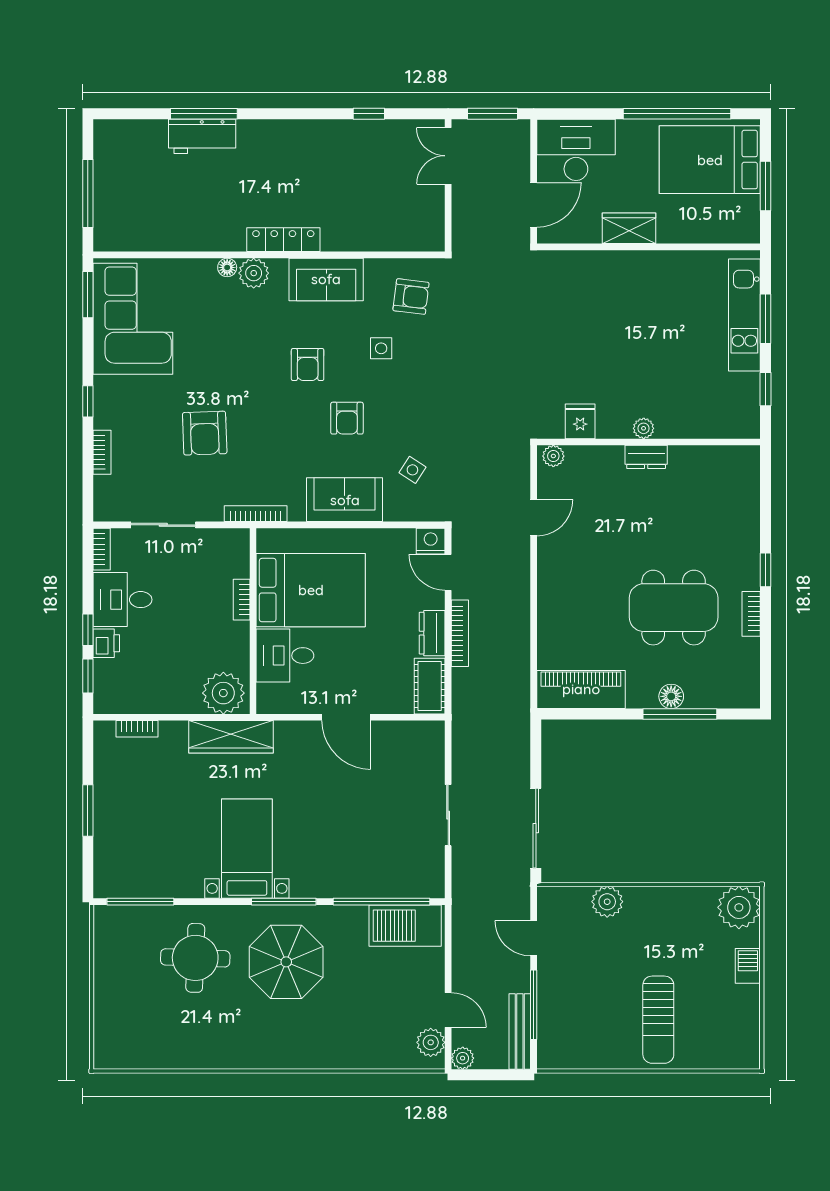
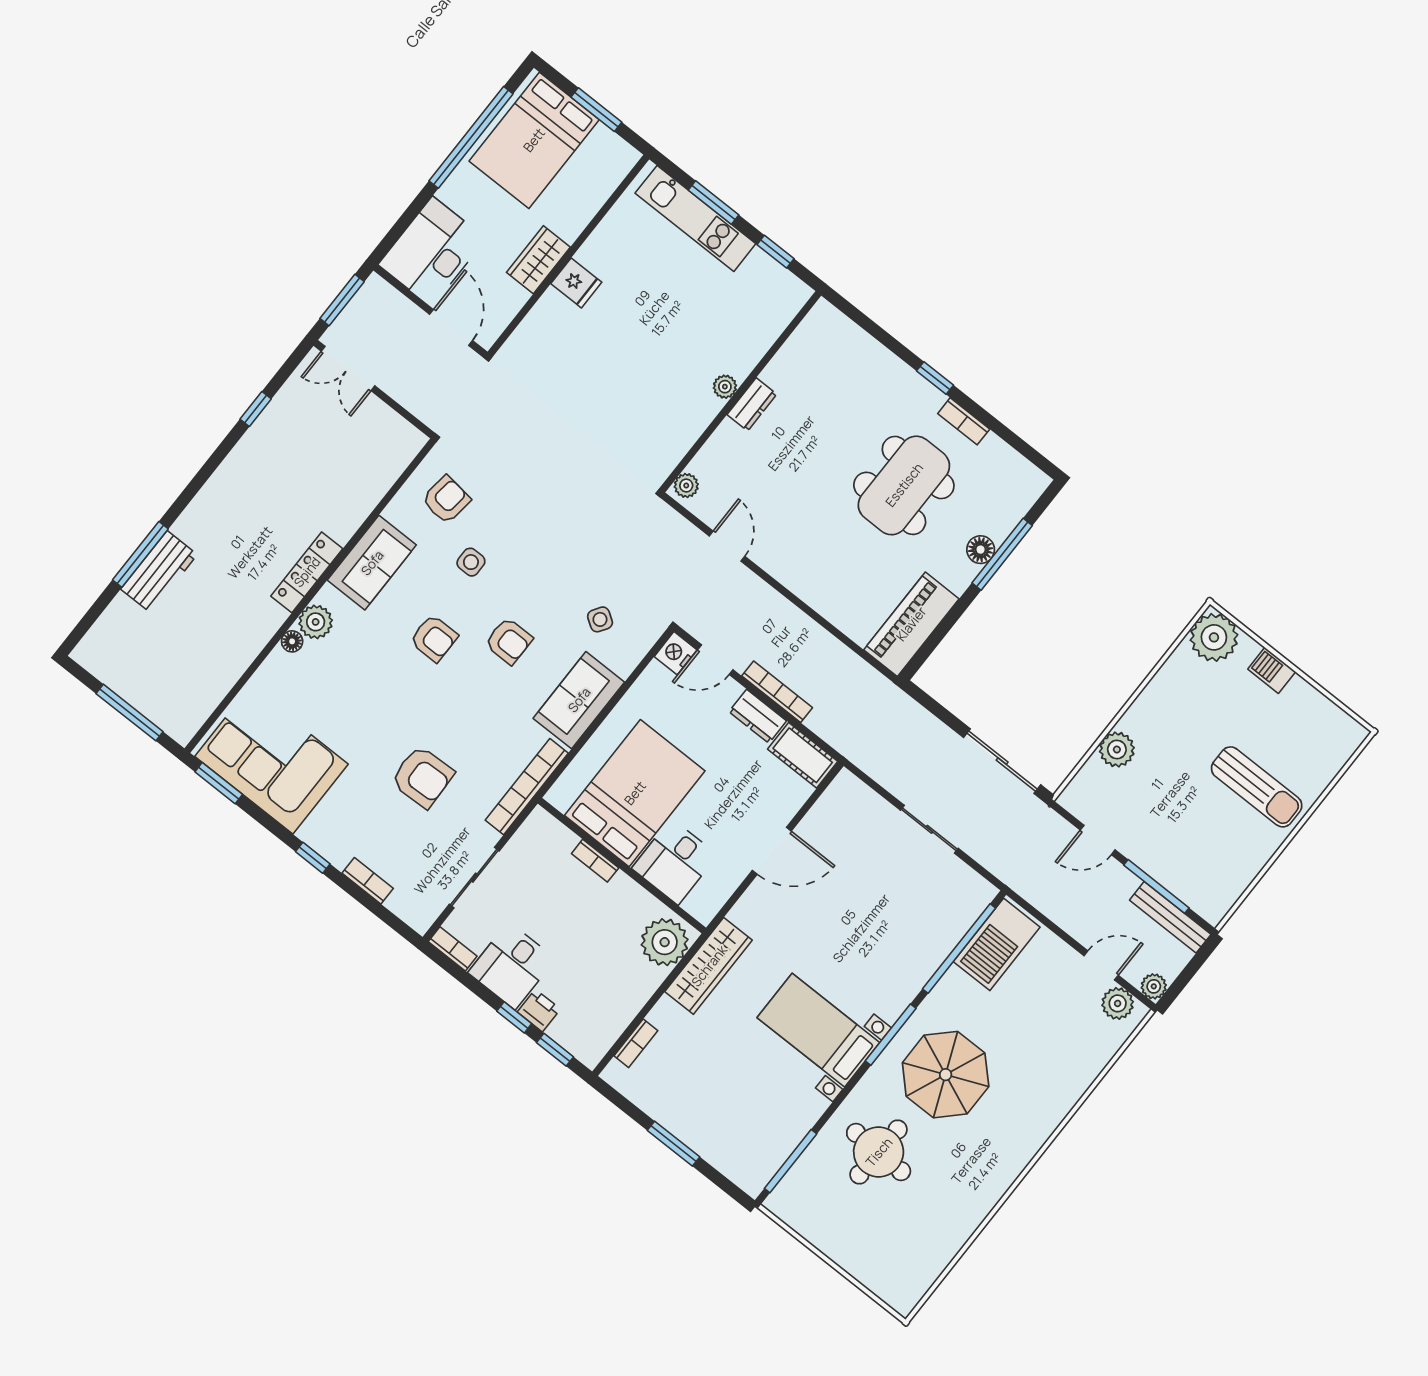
fridge: (580, 421) -> (576, 283), moved, turned 180
bookcase: (256, 514) -> (527, 787), width x1.48, depth x1.31

